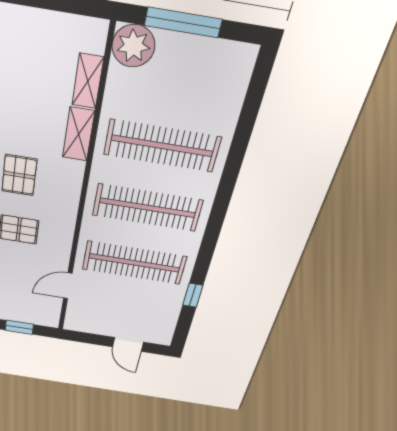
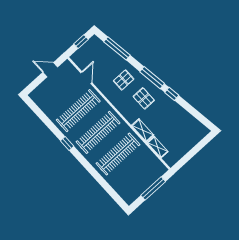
plant: (133, 46) -> (158, 169), removed
window: (193, 295) -> (67, 144), moved
door: (128, 344) -> (50, 70), moved

